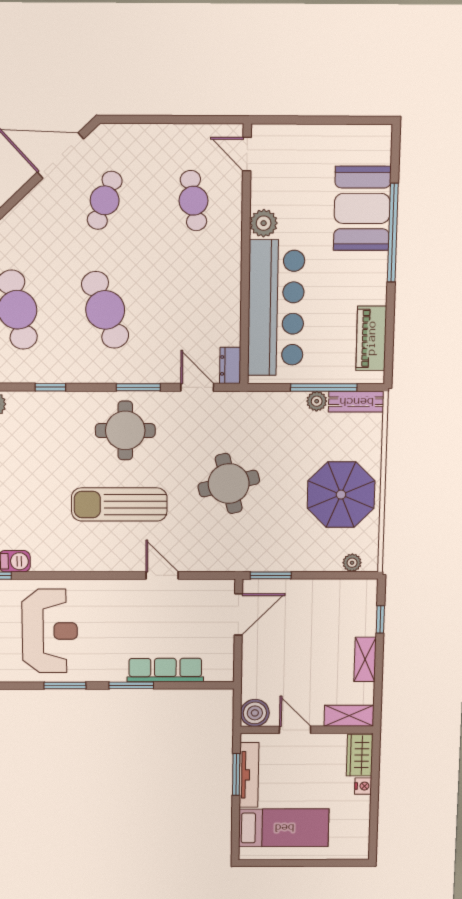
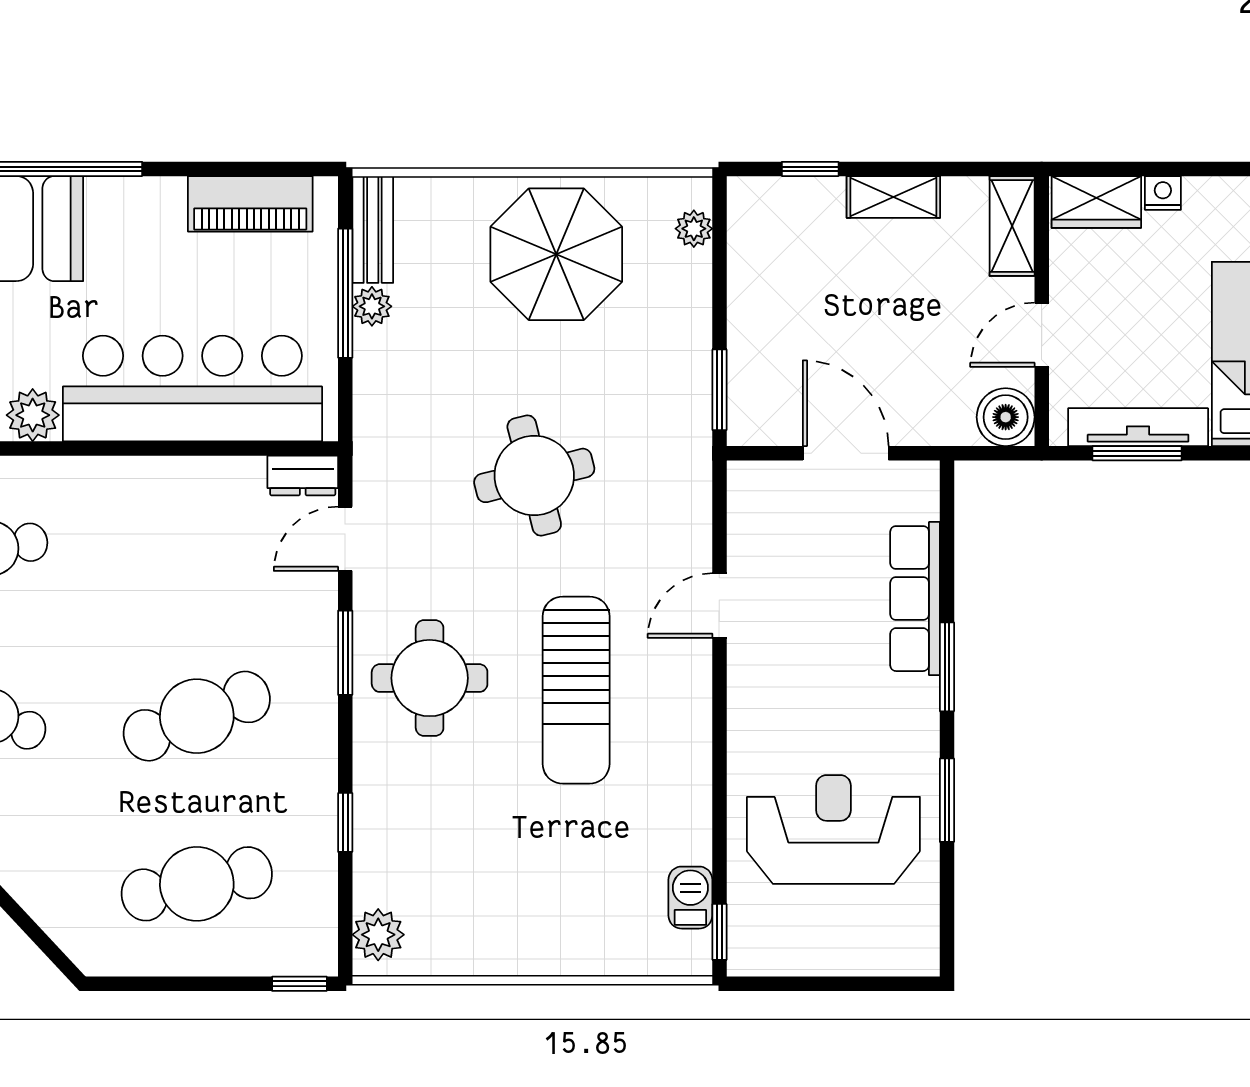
door: (238, 614) -> (846, 453), moved

